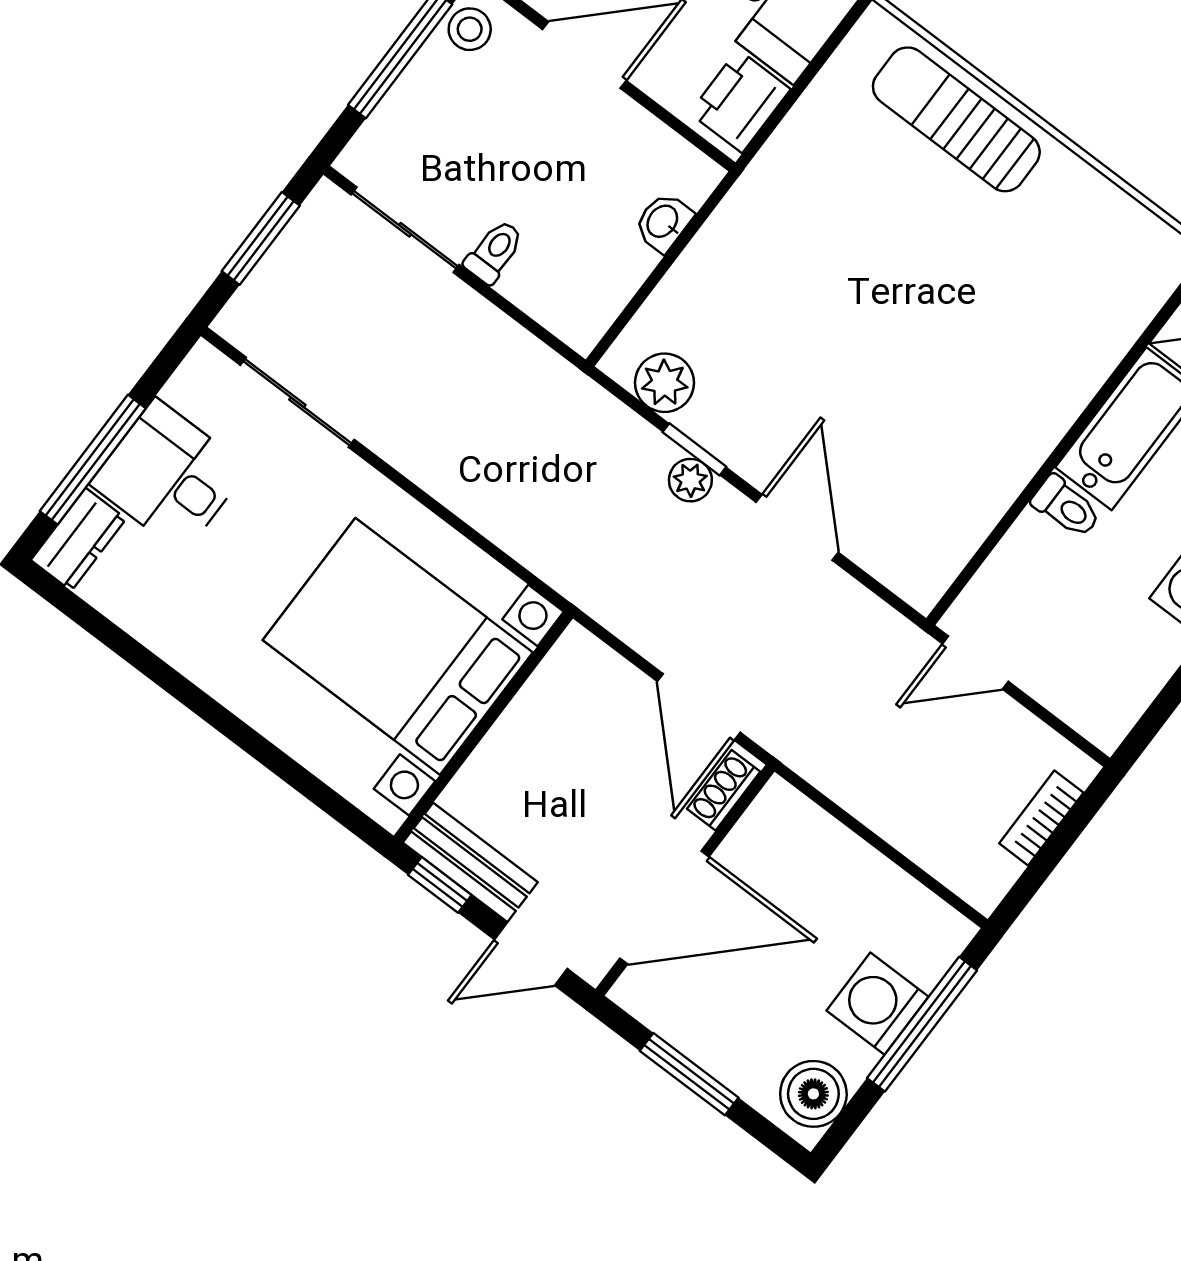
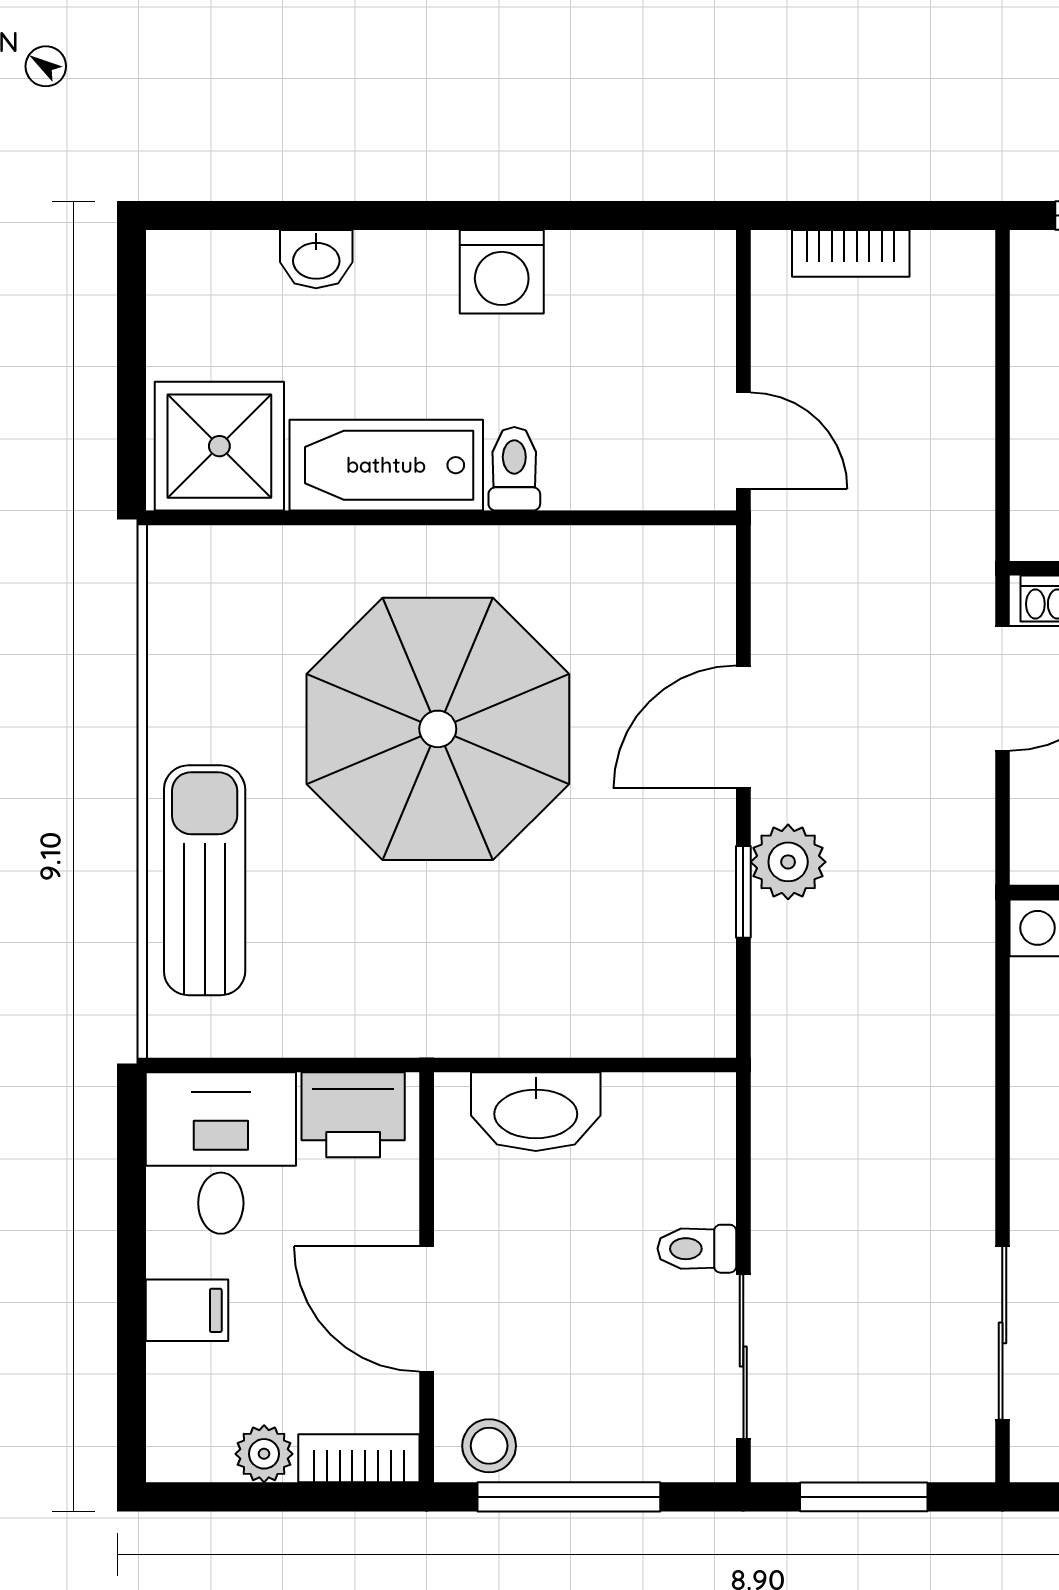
sun lounger: (956, 119) -> (205, 880), turned 180
washbasin: (663, 222) -> (536, 1112), width x1.91, depth x1.45
parasol: (940, 336) -> (438, 729), added
plant: (665, 383) -> (699, 974), removed
plant: (690, 480) -> (788, 862), width x1.38, depth x1.38

